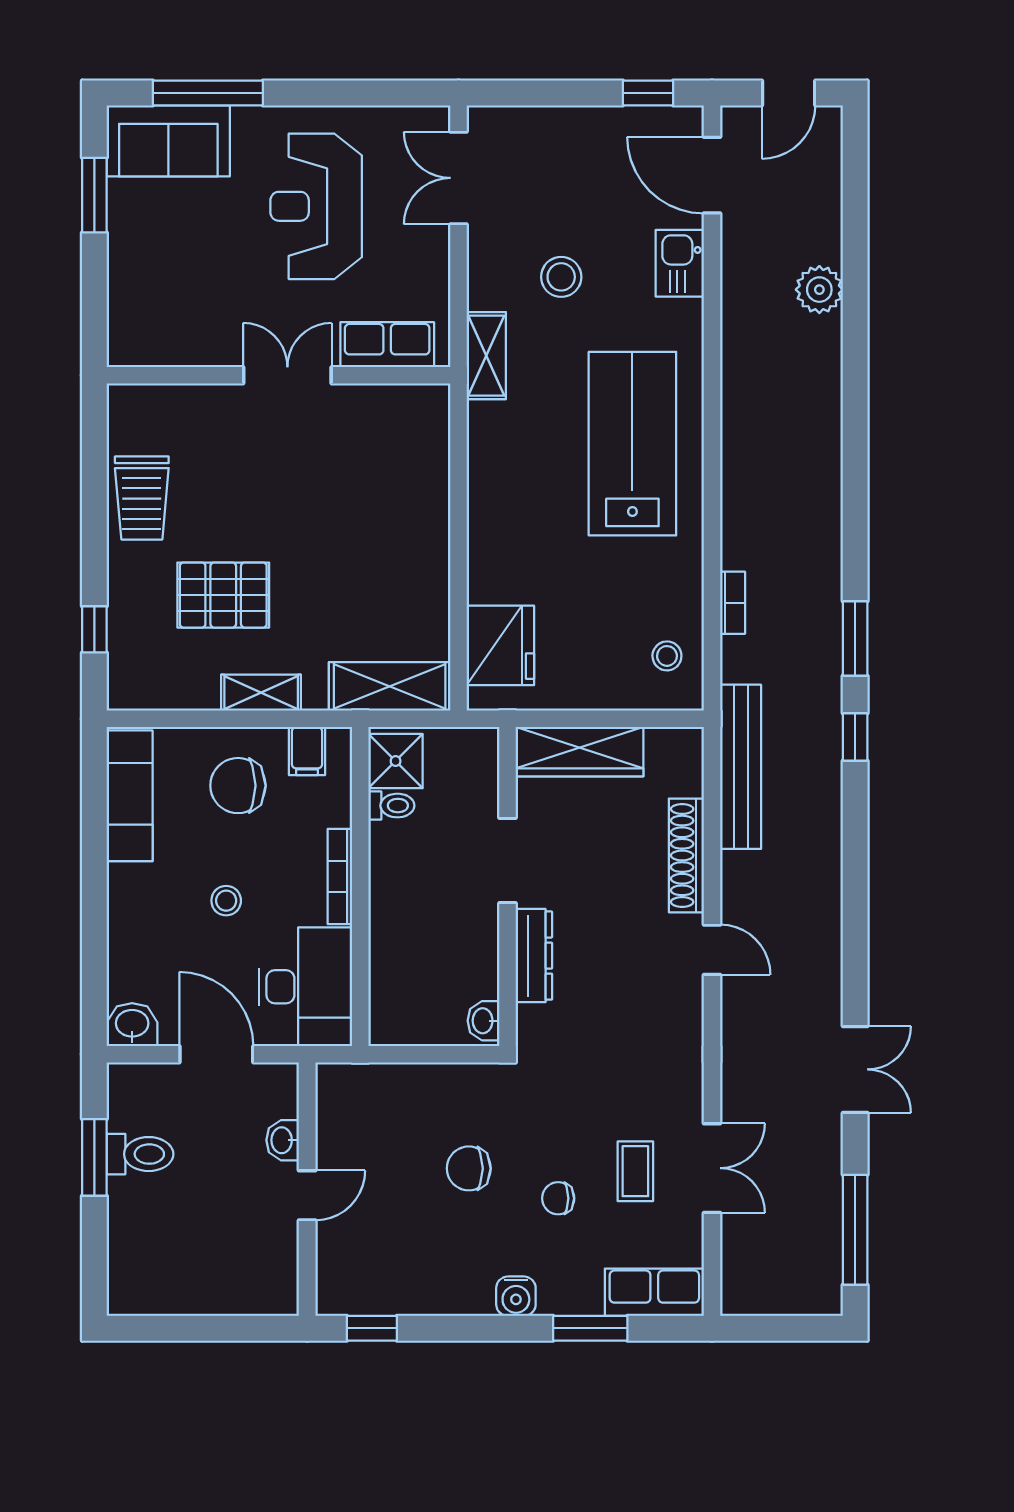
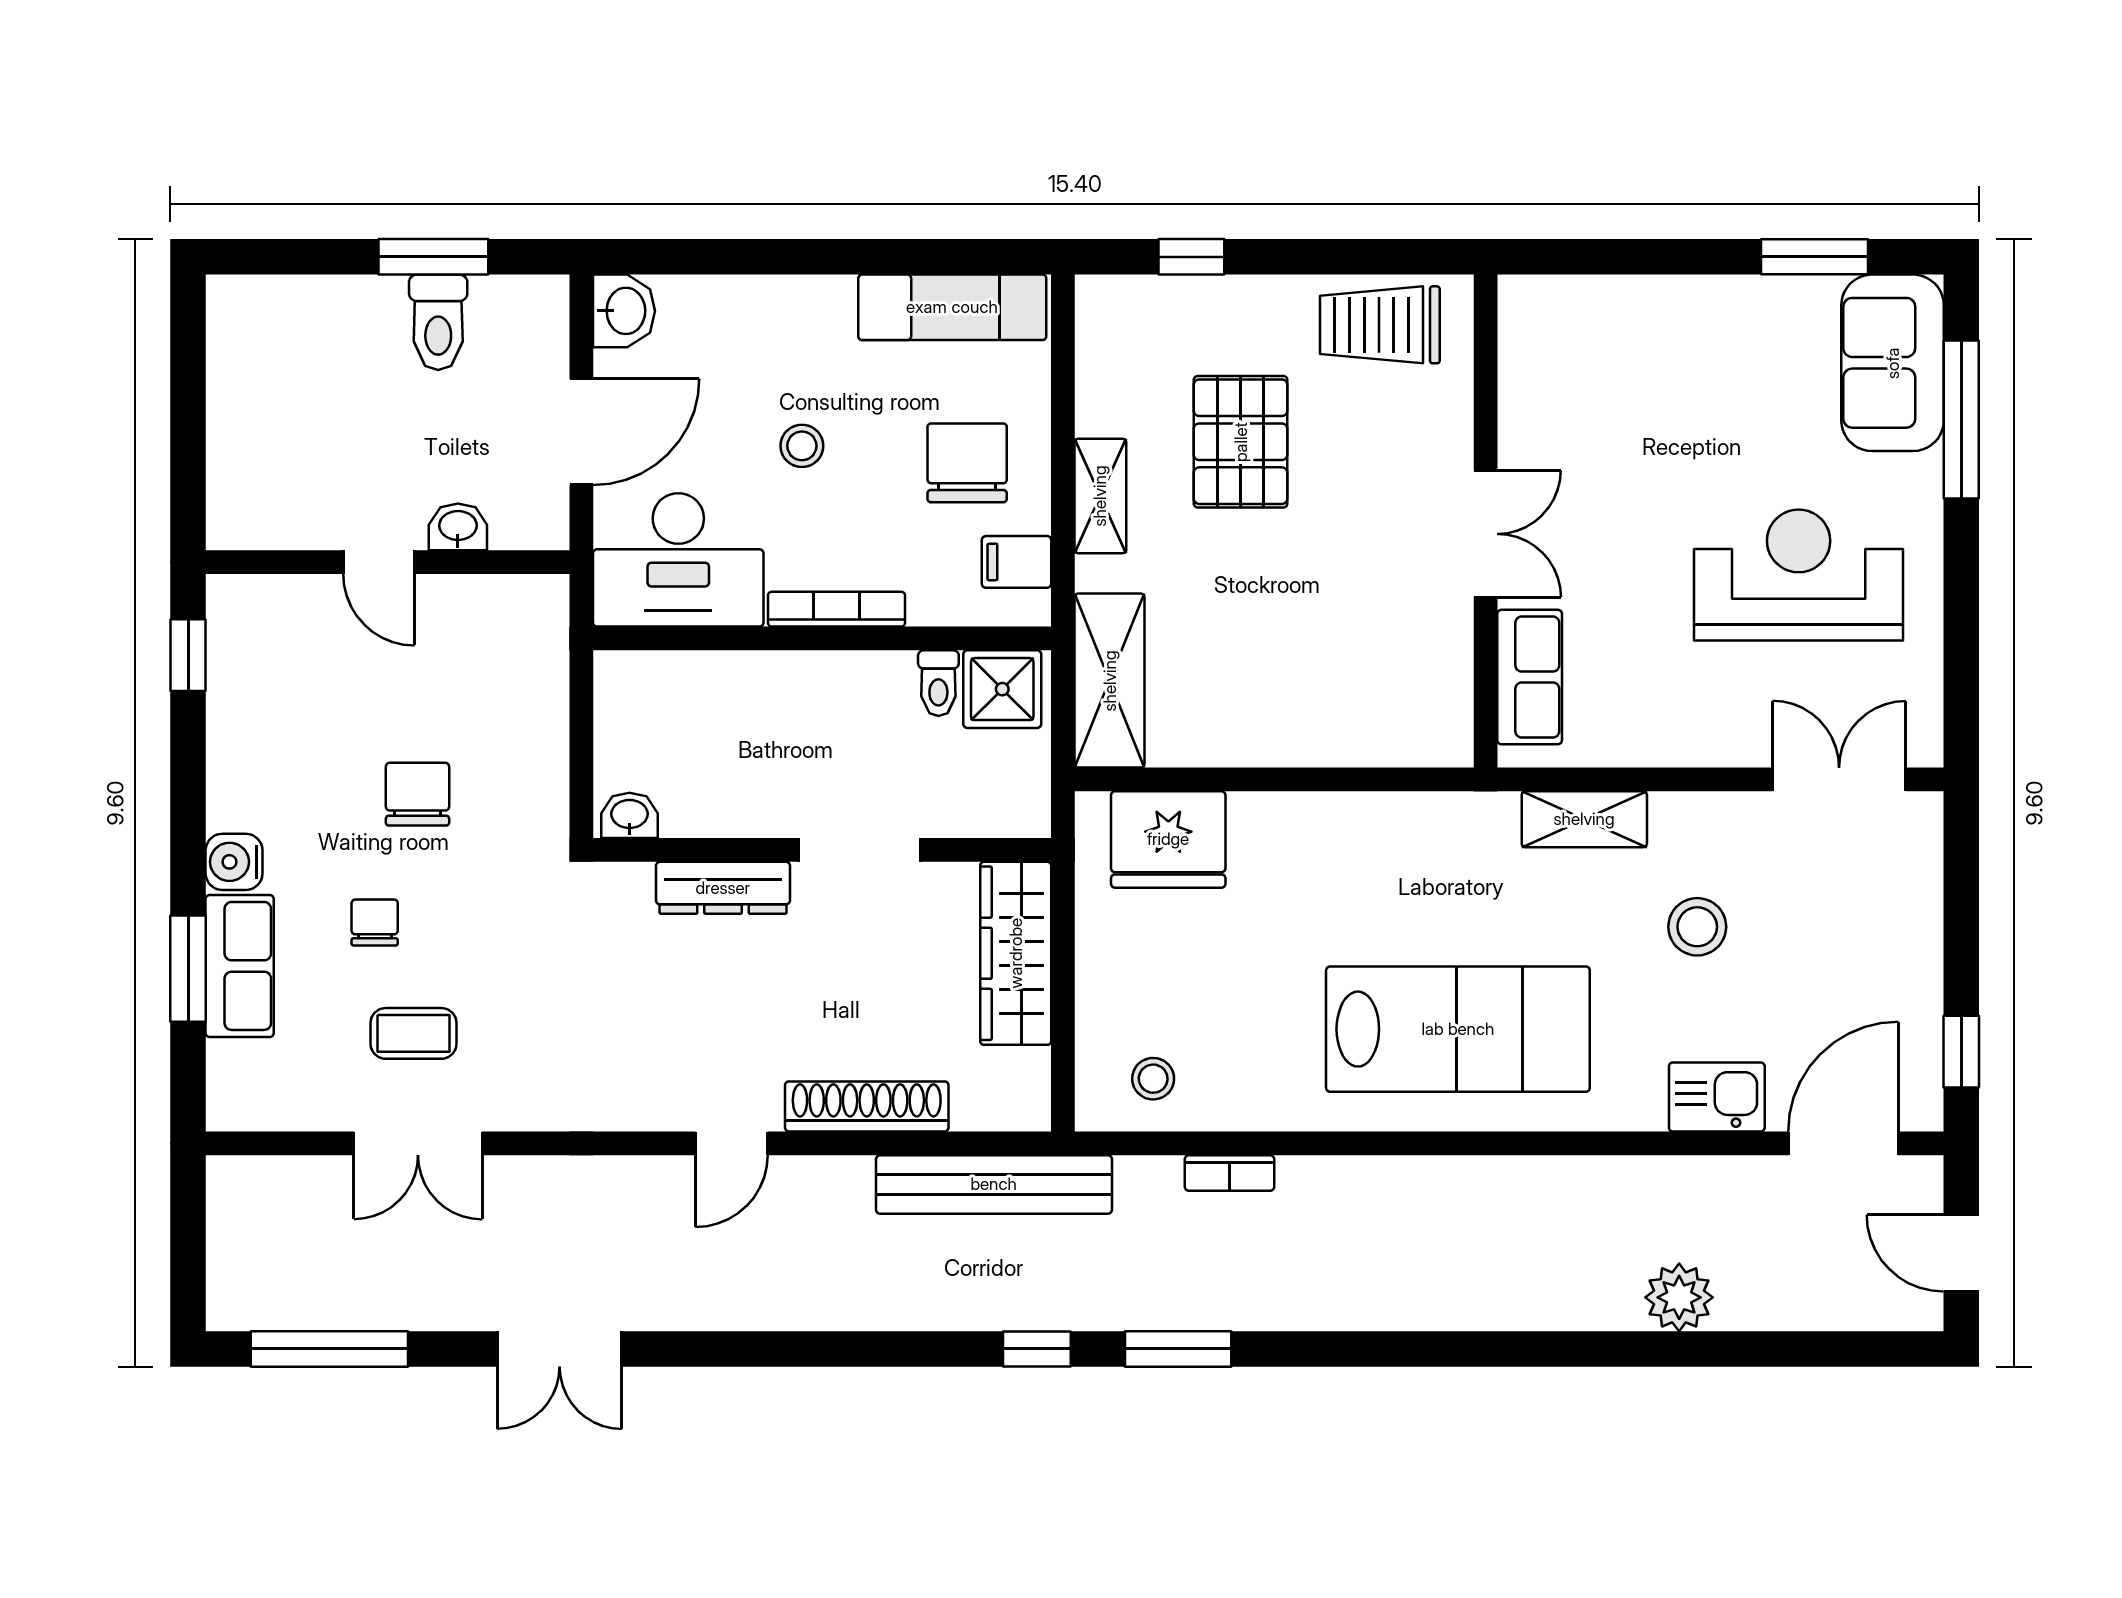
row of seats: (387, 345) -> (1530, 677), moved
wall: (278, 375) -> (1486, 521), moved
double door: (287, 375) -> (1486, 534), moved
row of seats: (654, 1292) -> (240, 966), moved

